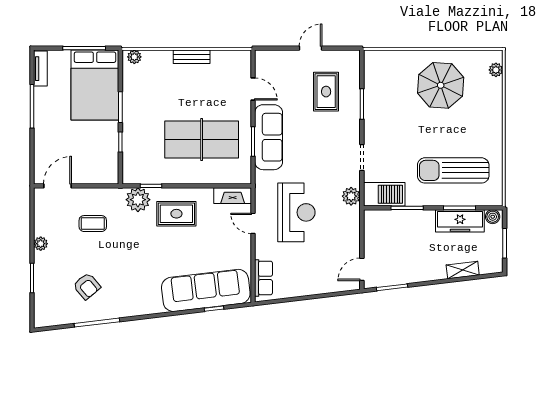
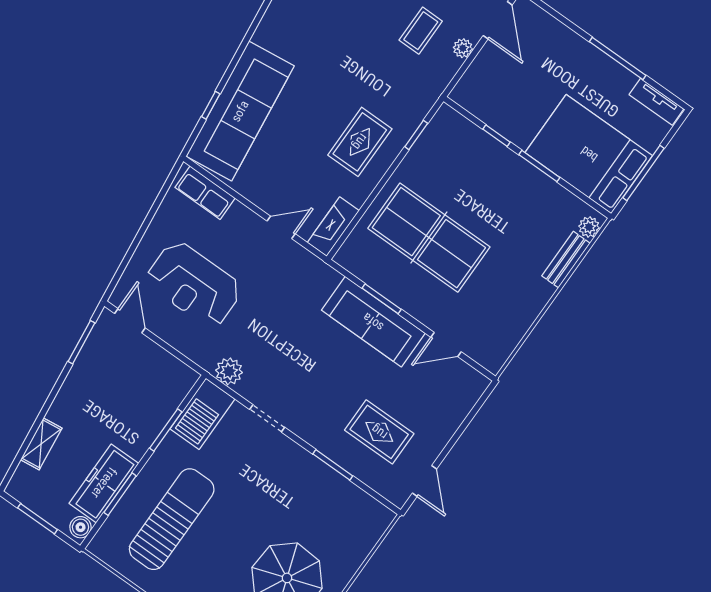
door: (311, 48) -> (424, 481), moved
bench: (192, 57) -> (566, 260), moved
table tennis table: (202, 139) -> (429, 238), turned 90
plant: (138, 200) -> (463, 48), moved, width x0.53, depth x0.53
reception desk: (296, 212) -> (194, 284), moved

